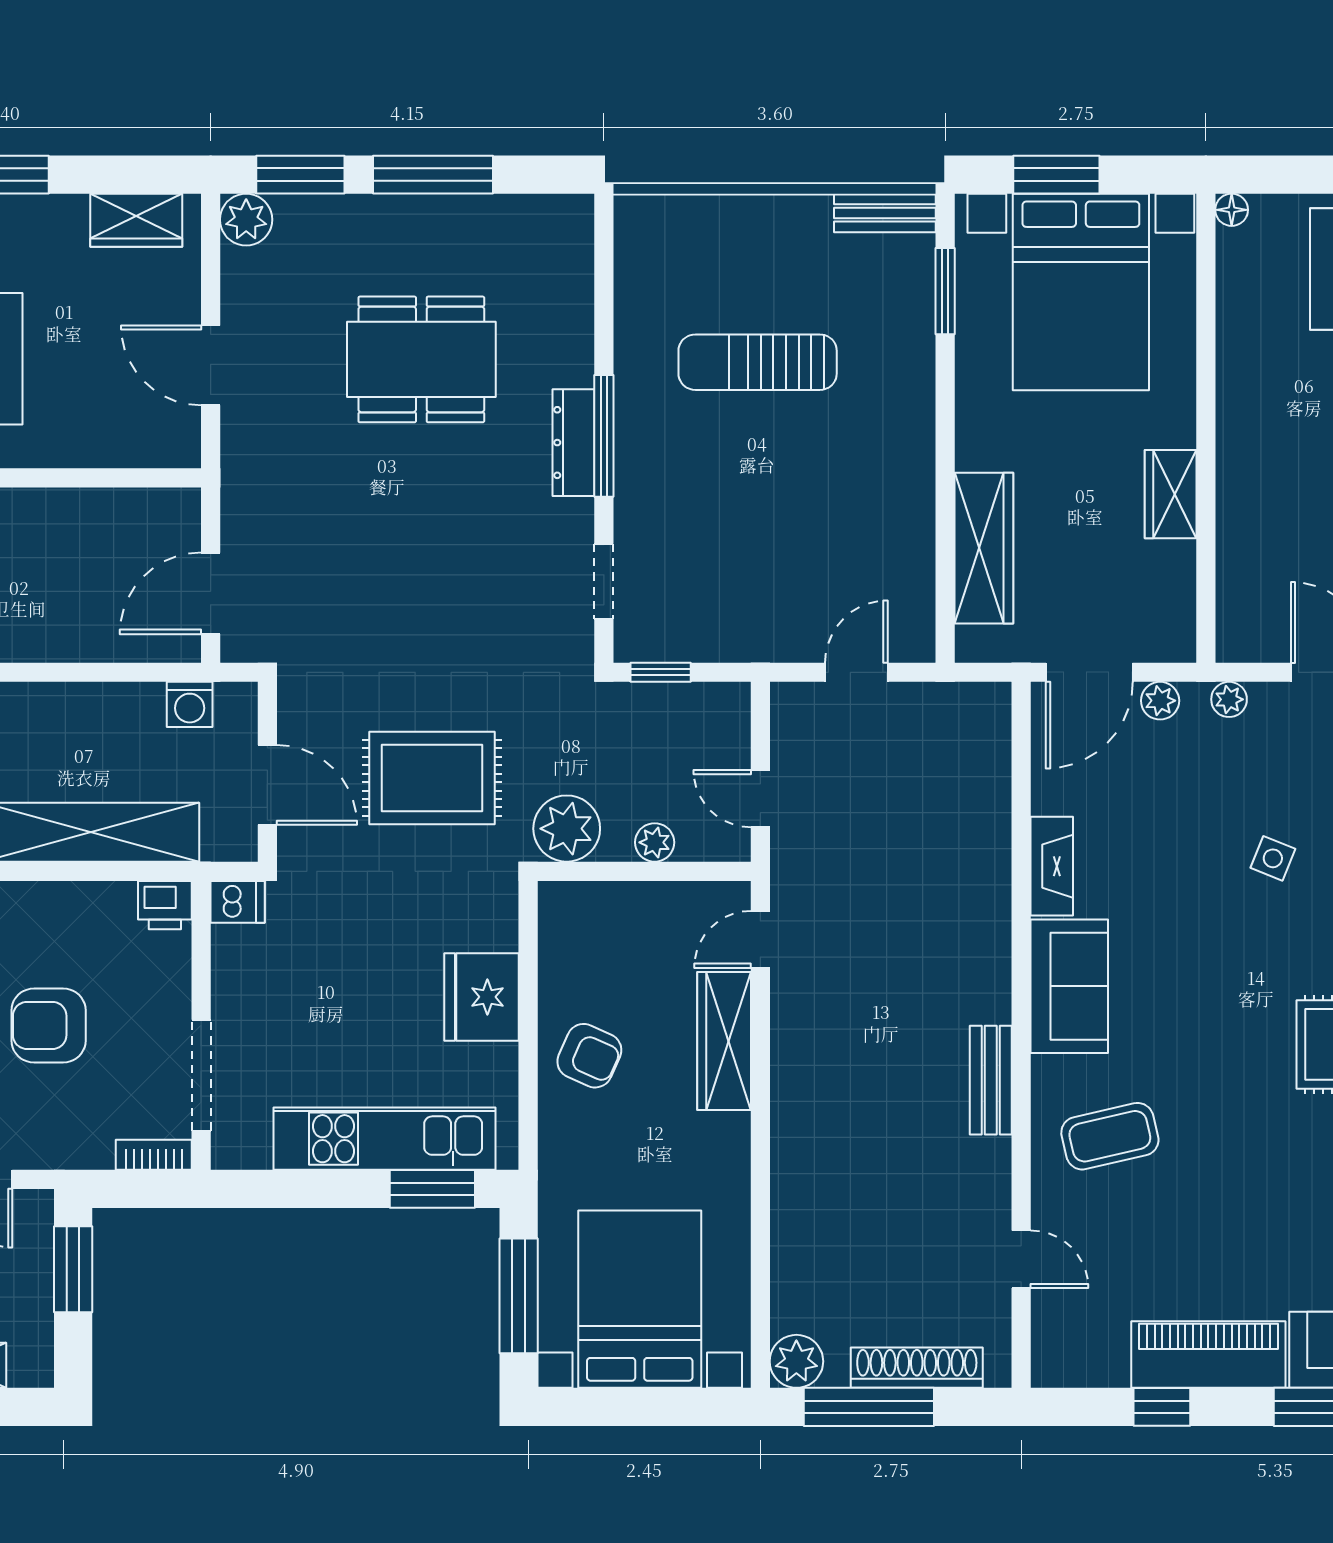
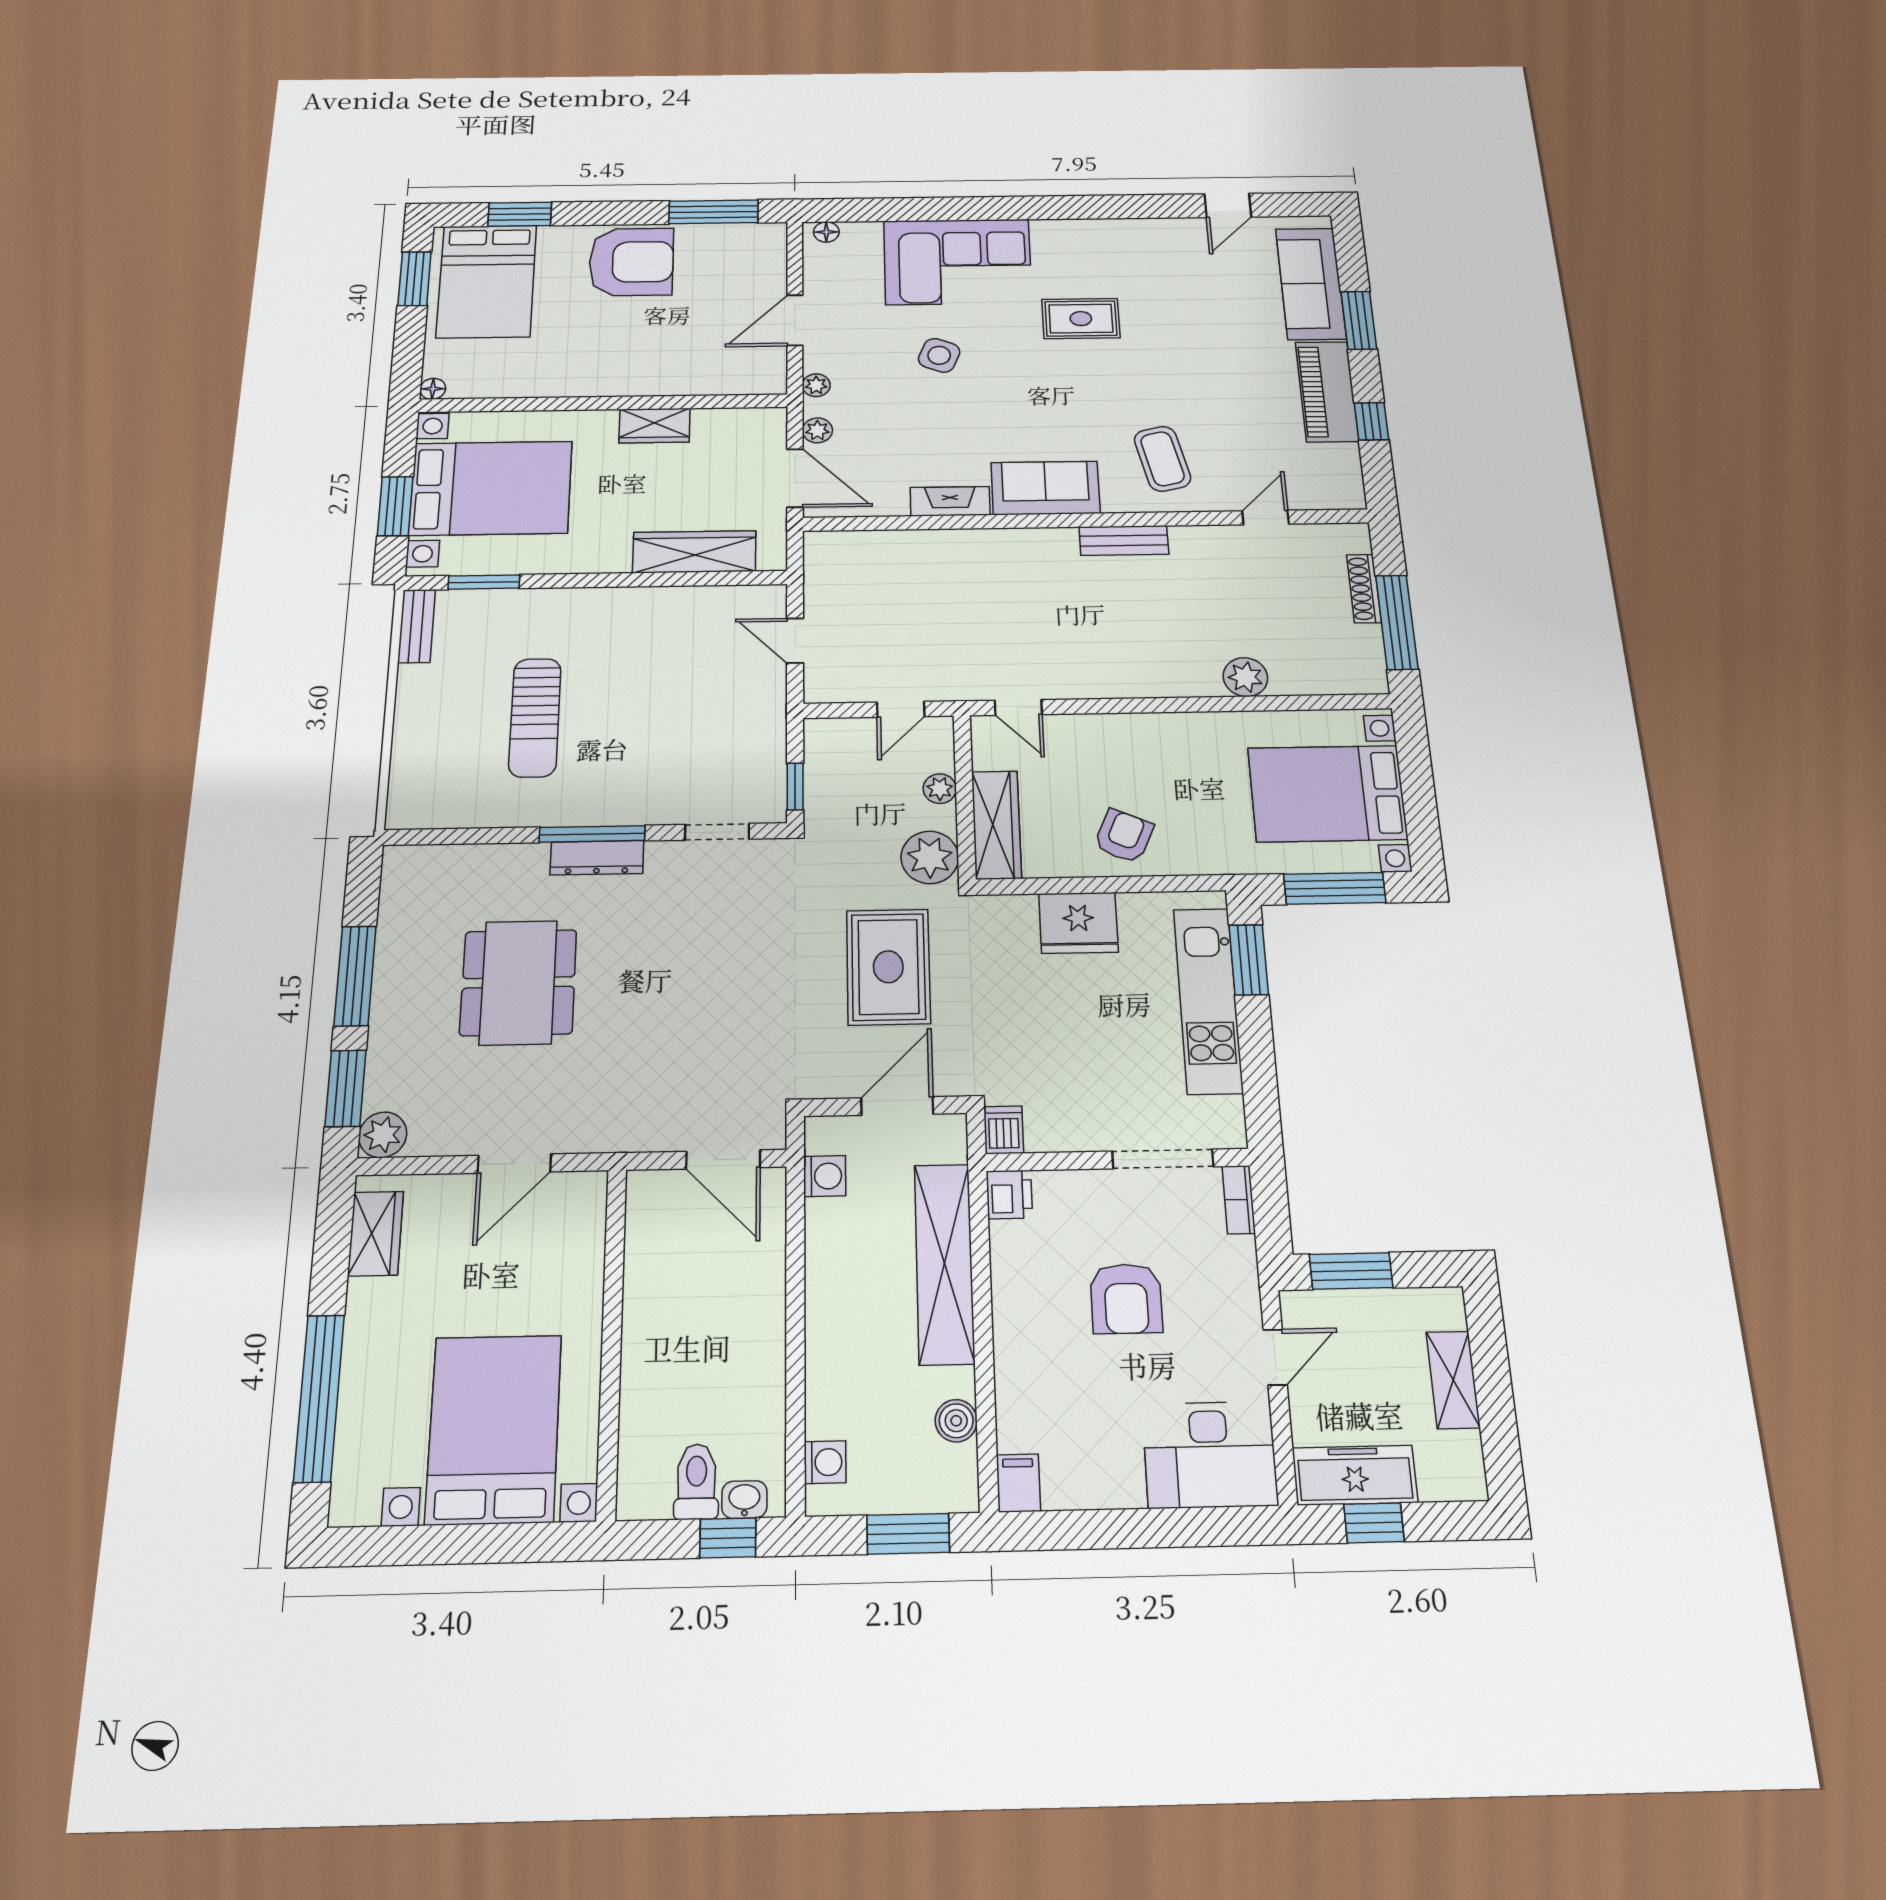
side table: (1273, 858) -> (939, 355), width x1.37, depth x1.37
wardrobe: (724, 1041) -> (996, 825), moved, turned -90
plant: (796, 1361) -> (1245, 677), moved
shoe rack: (917, 1368) -> (1364, 589), width x0.74, depth x0.81

